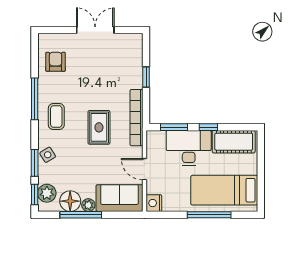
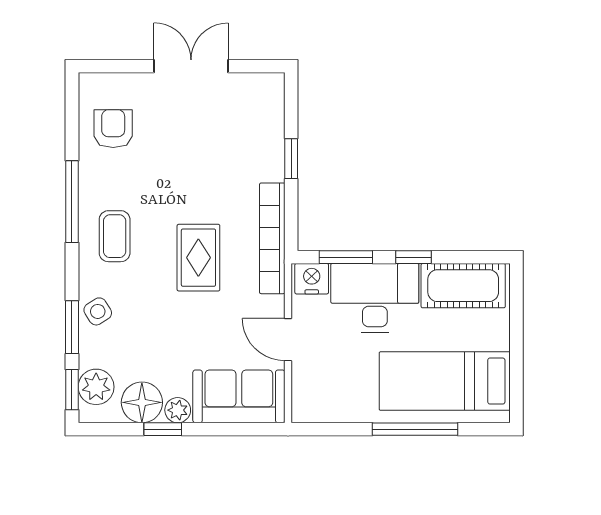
nightstand: (154, 203) -> (312, 279), moved, turned 90
window: (81, 215) -> (163, 429), width x0.46

